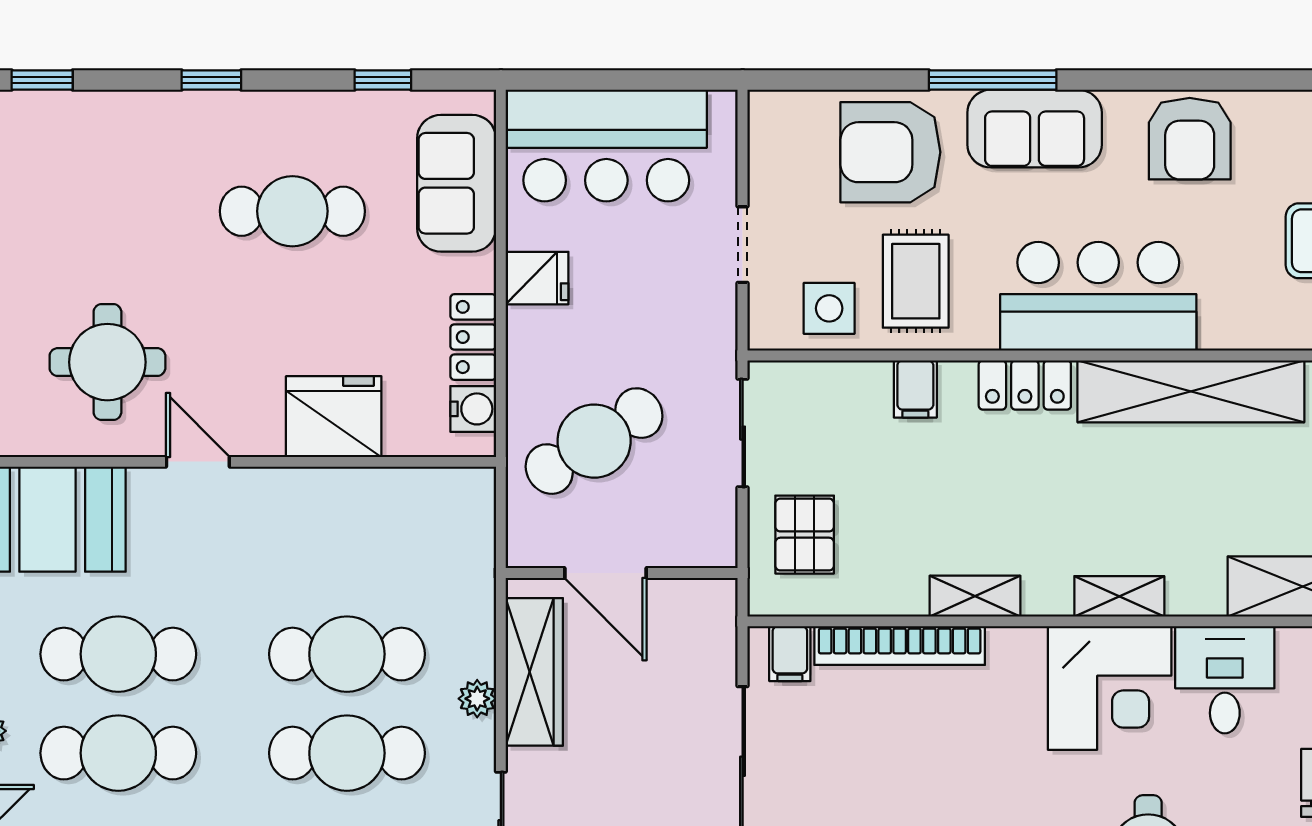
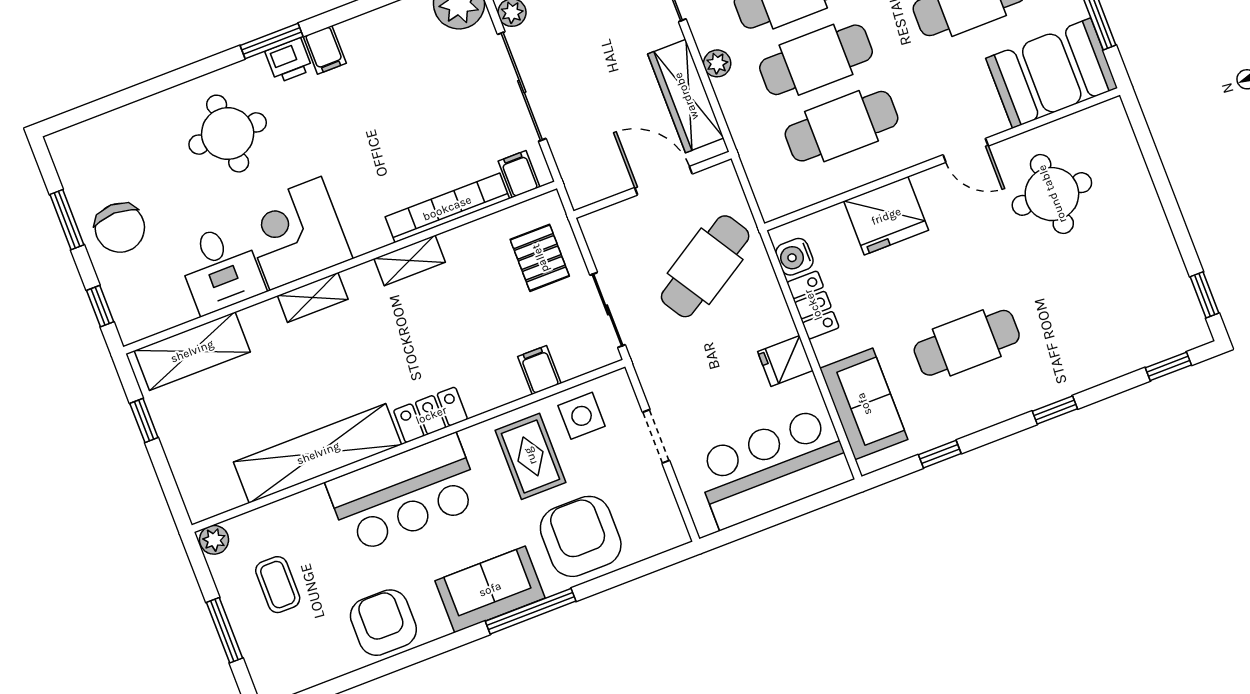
armchair: (890, 152) -> (581, 536), turned -90
filing cabinet: (915, 389) -> (539, 370), moved
cafe table: (347, 555) -> (842, 126), added

